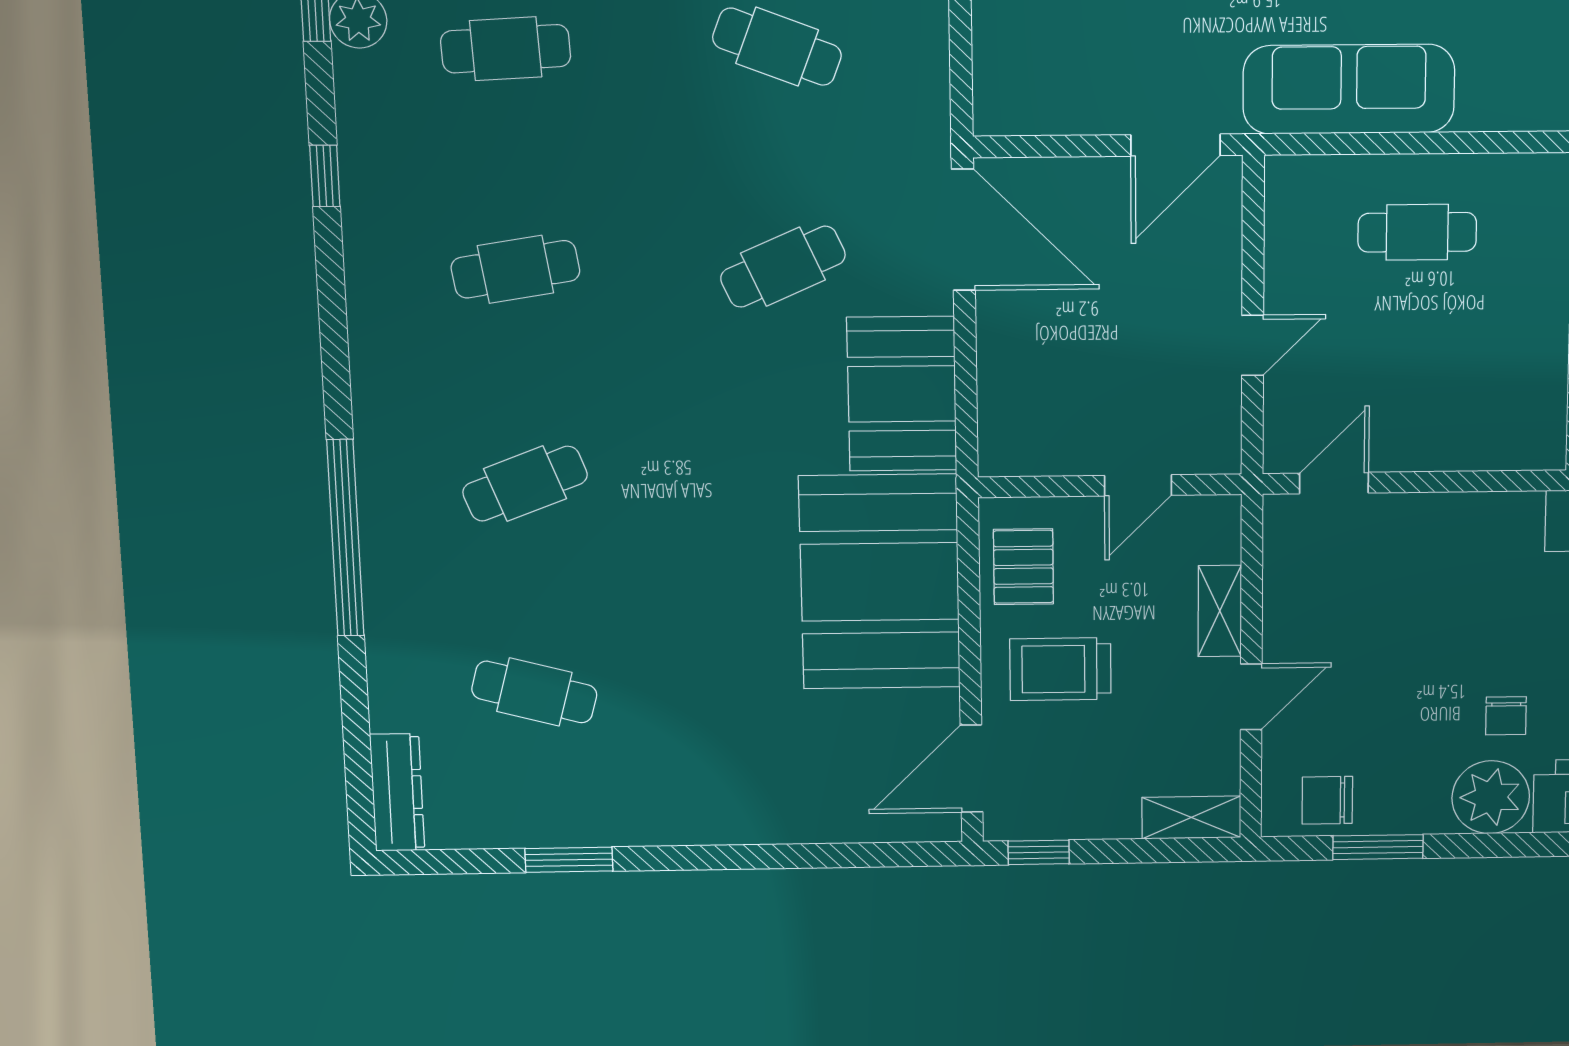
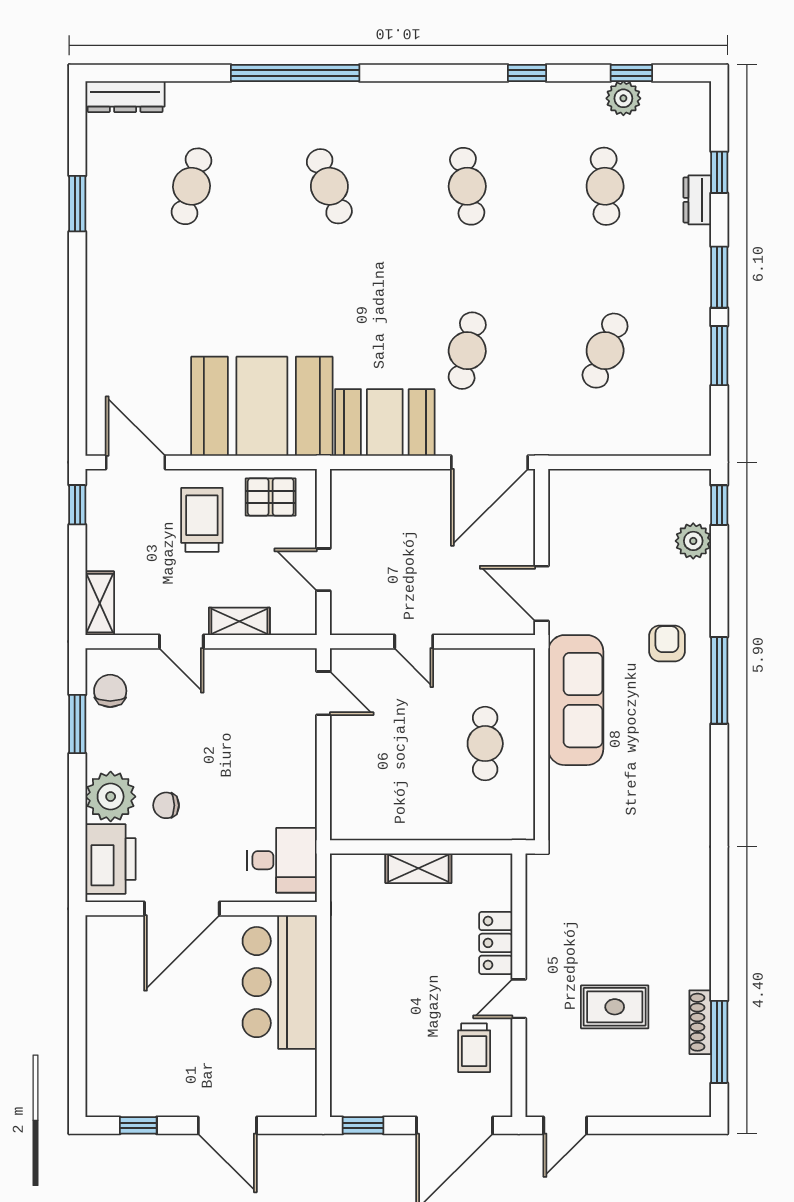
cafe table: (783, 267) -> (467, 351), turned 36

